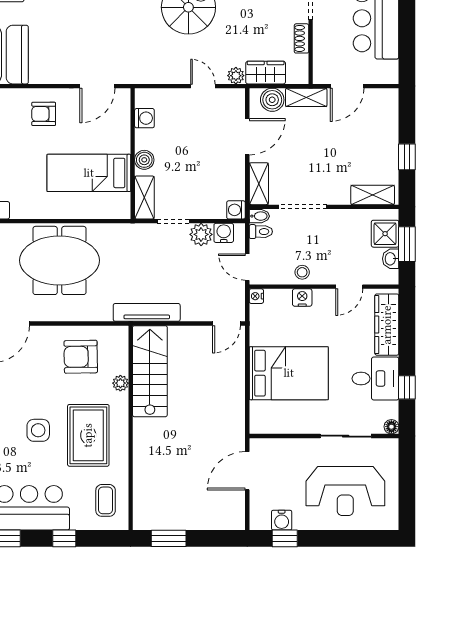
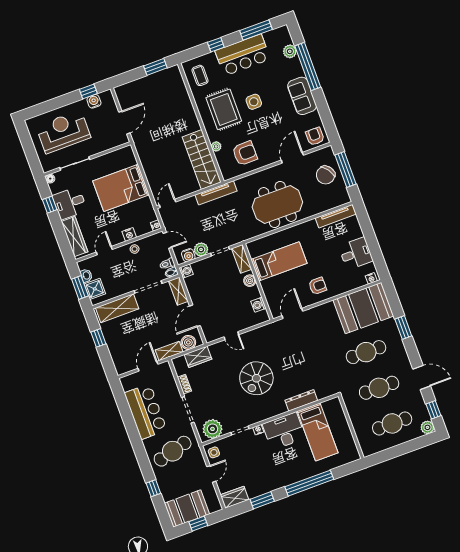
plant: (236, 76) -> (215, 349), removed
shelving: (373, 195) -> (117, 308), width x1.50, depth x1.33

